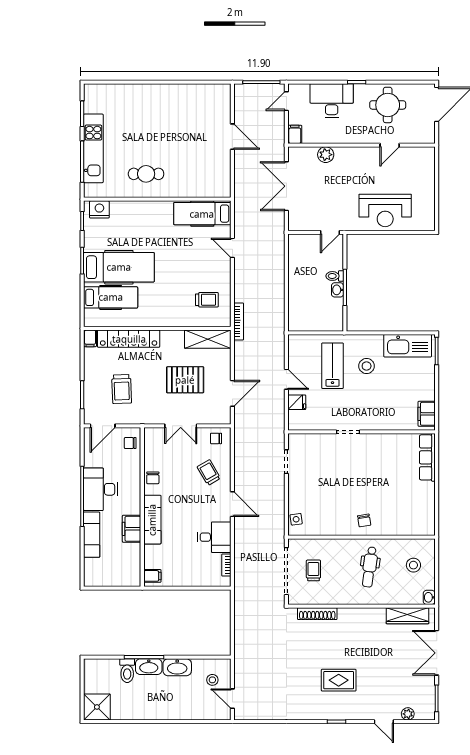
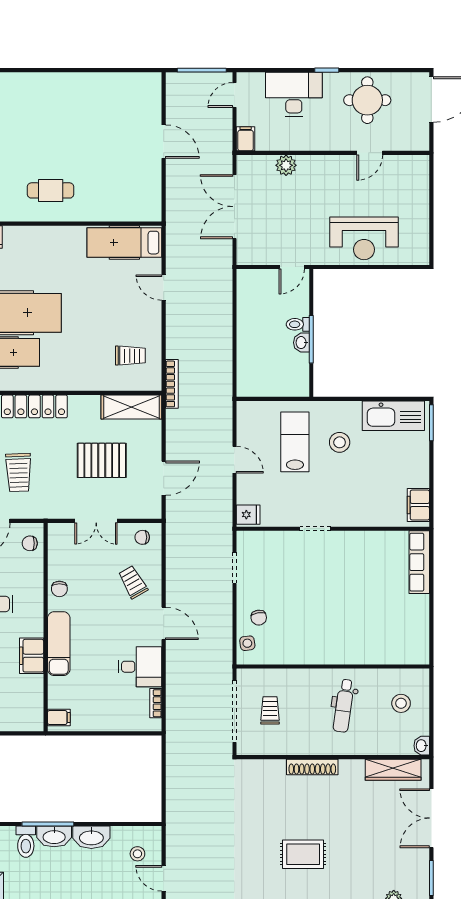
fridge: (297, 402) -> (248, 515), moved
chair: (364, 520) -> (259, 618), moved
shoe rack: (317, 614) -> (312, 767), moved

